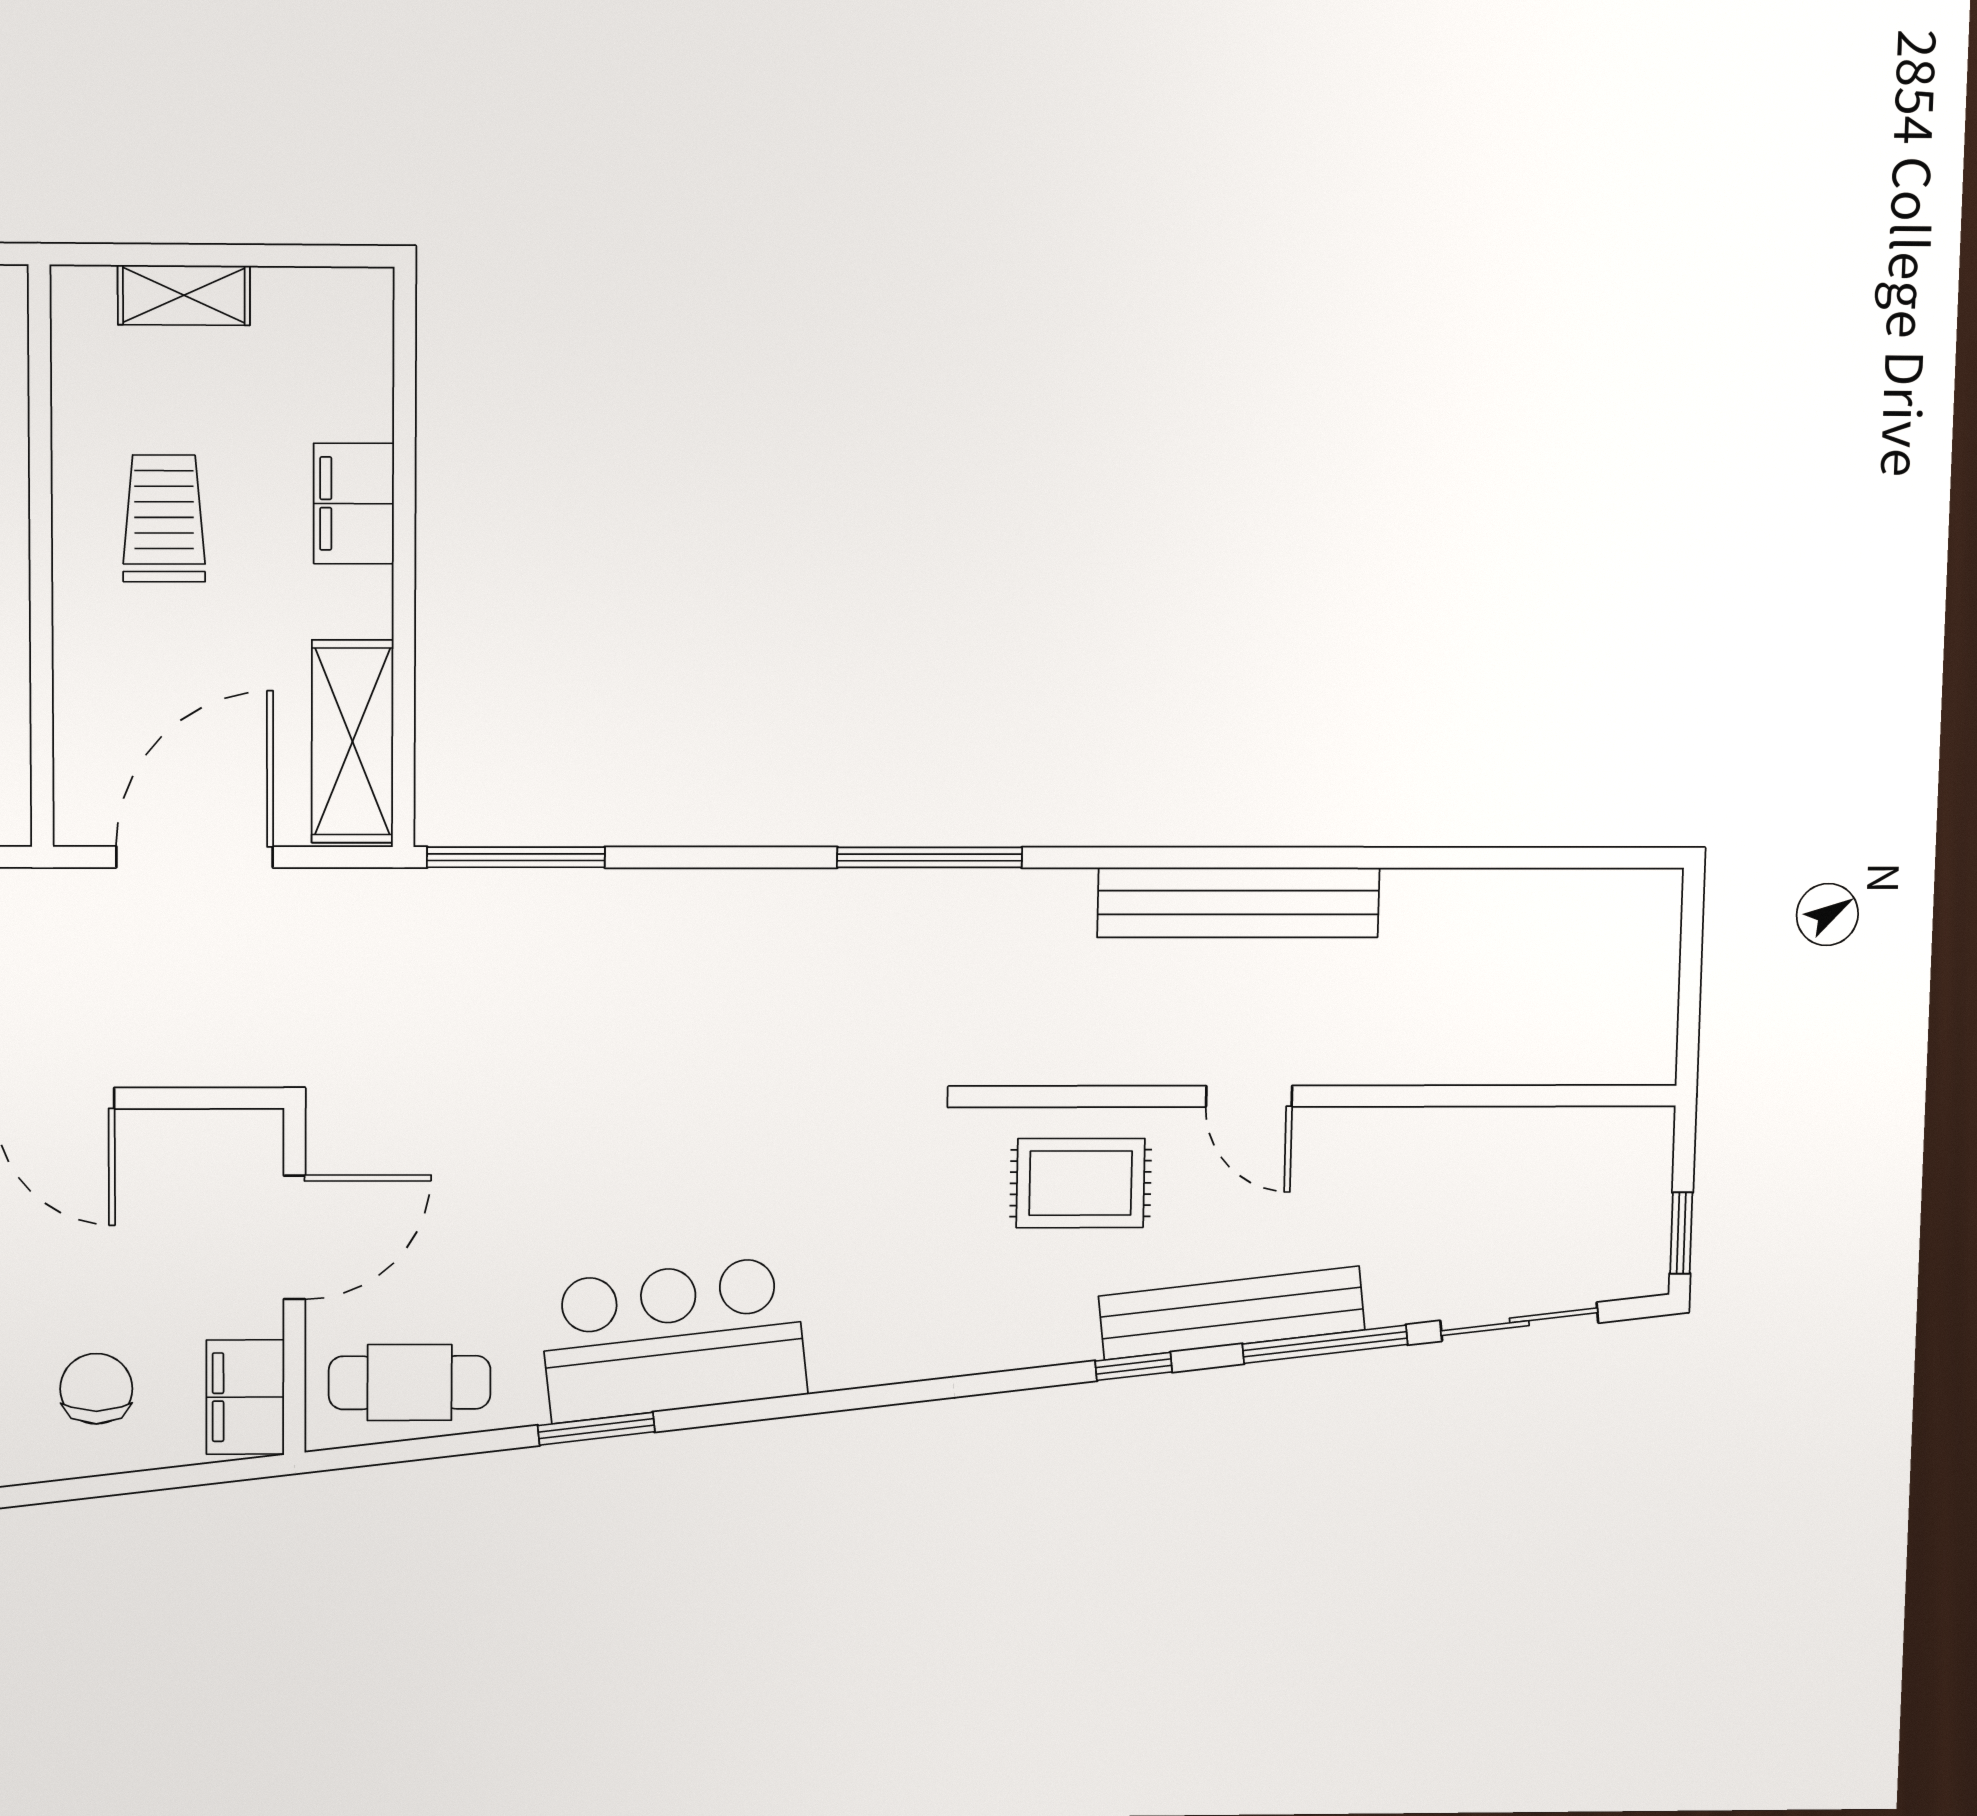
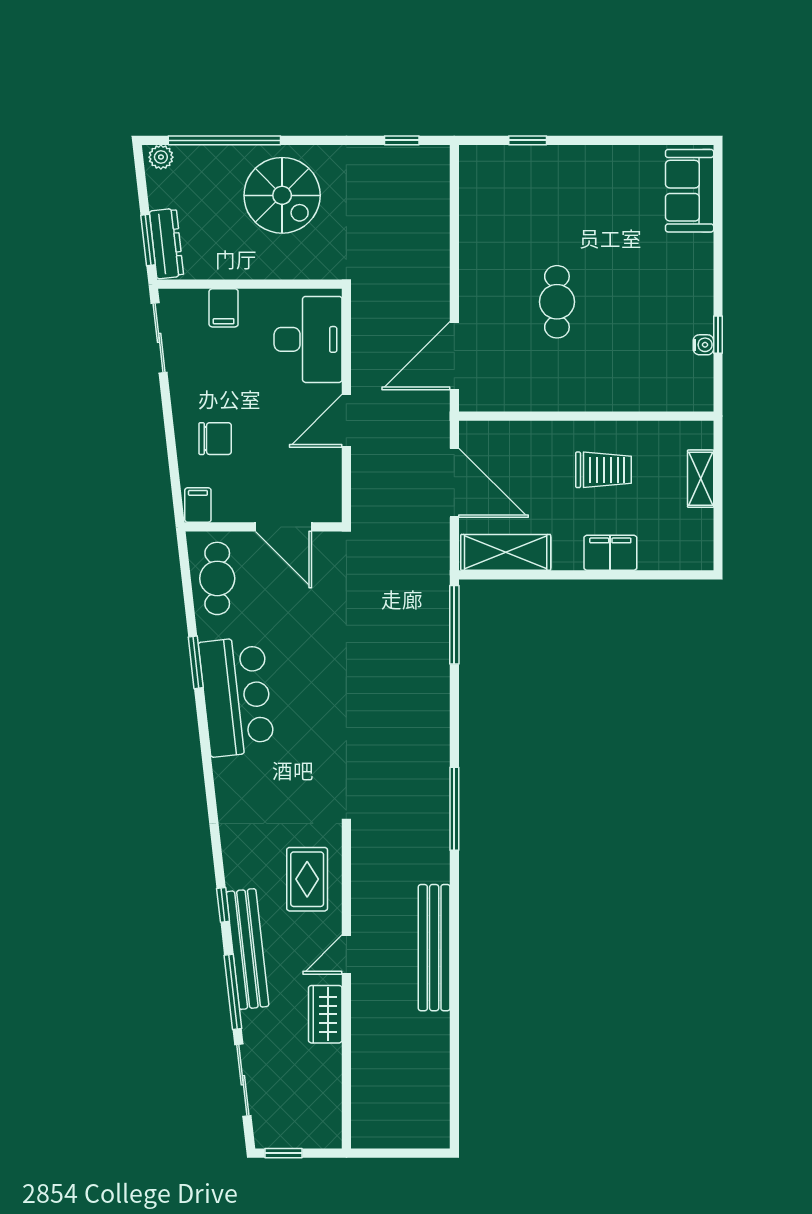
wardrobe: (1380, 1143) -> (325, 1014), added
filing cabinet: (245, 1397) -> (198, 505), width x0.50

